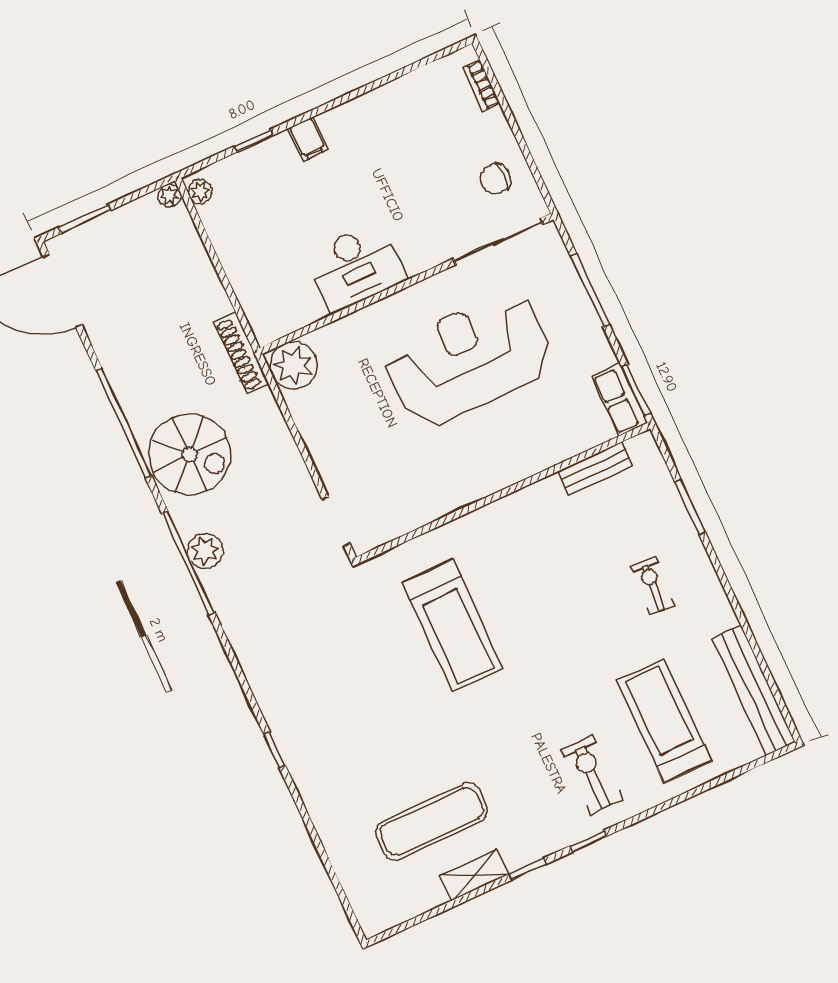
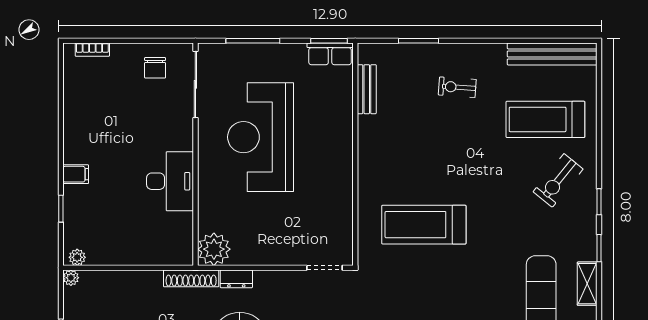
dresser: (268, 413) -> (236, 279), added
treadmill: (453, 625) -> (424, 225), turned 180
exercise bike: (592, 774) -> (558, 180), turned -51

